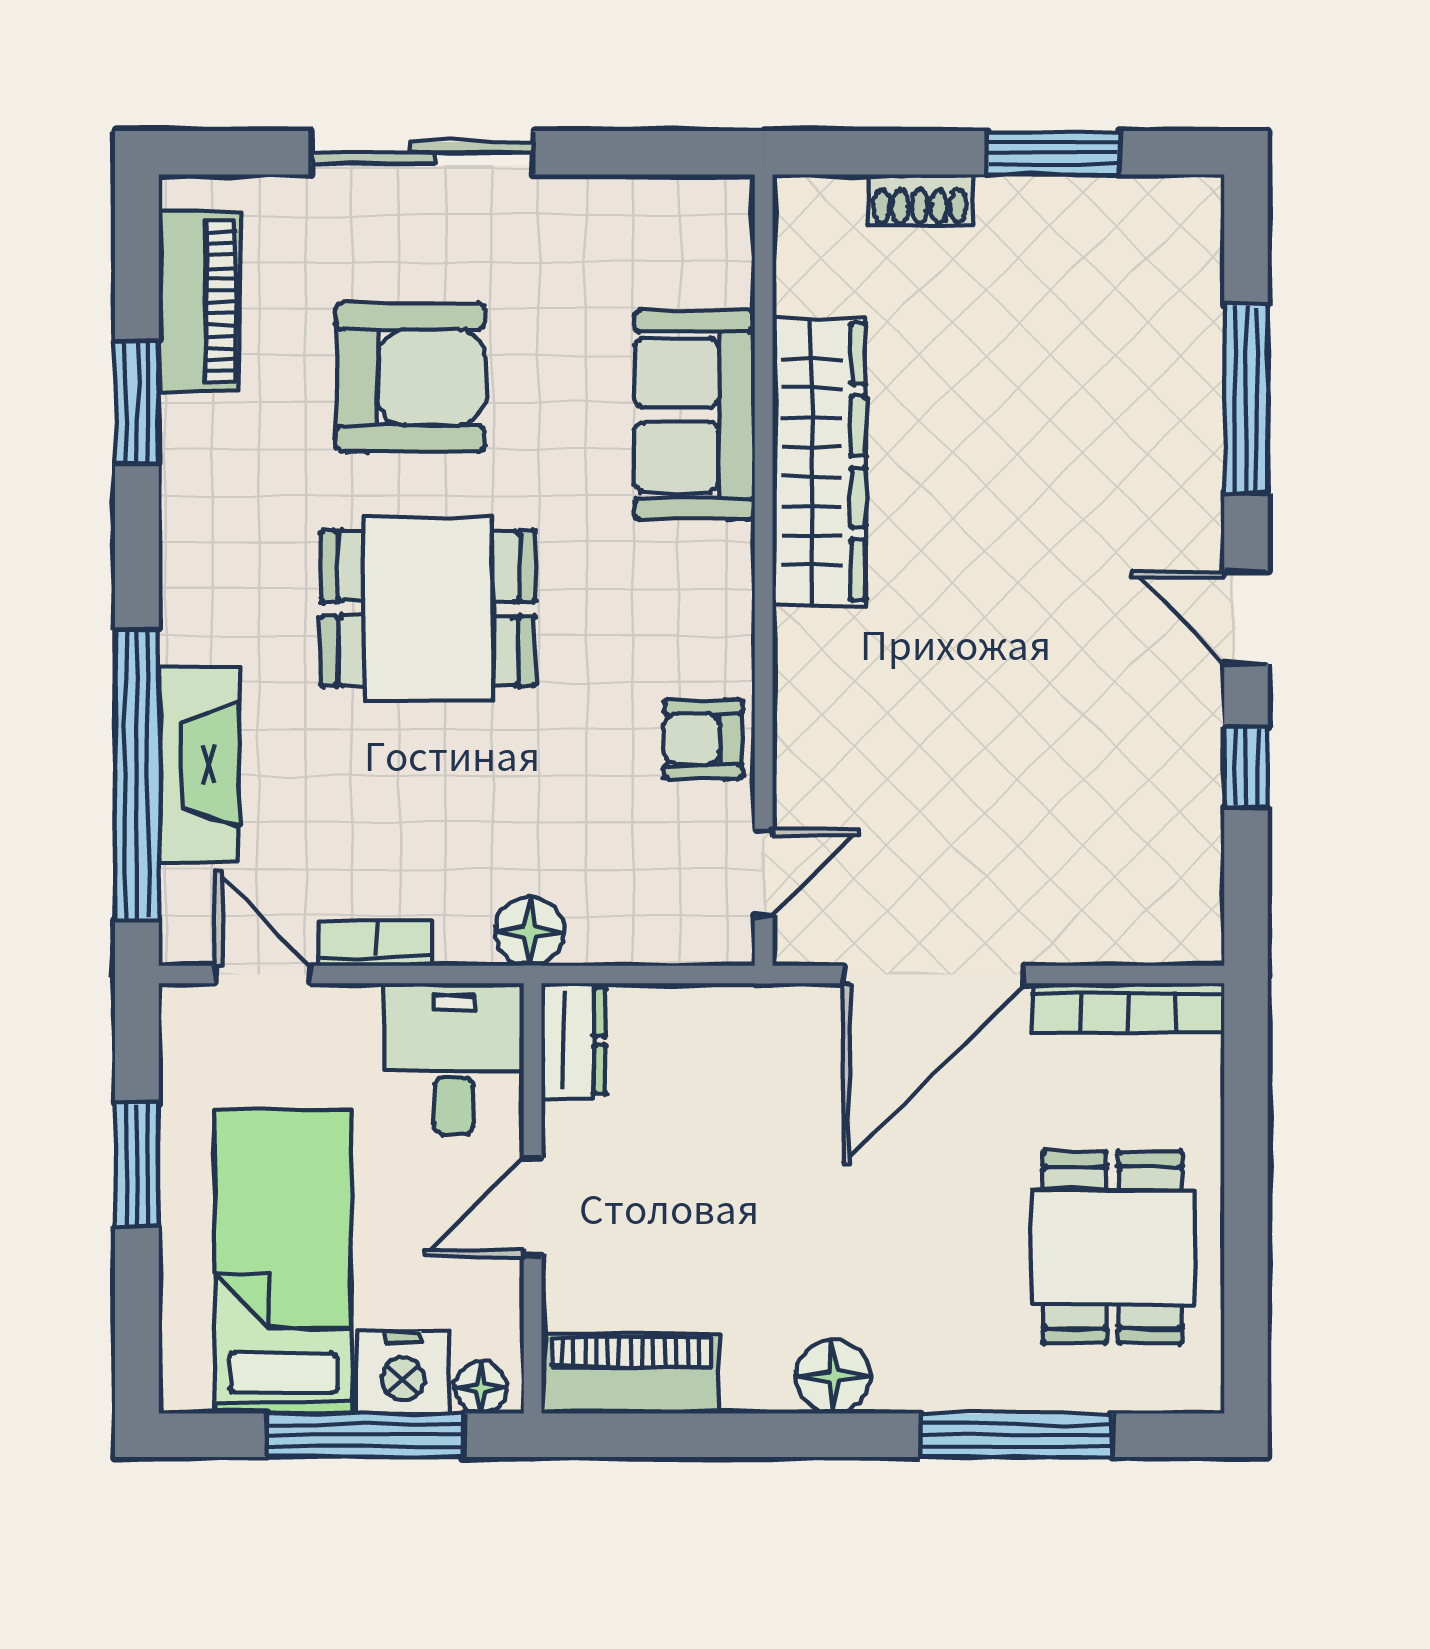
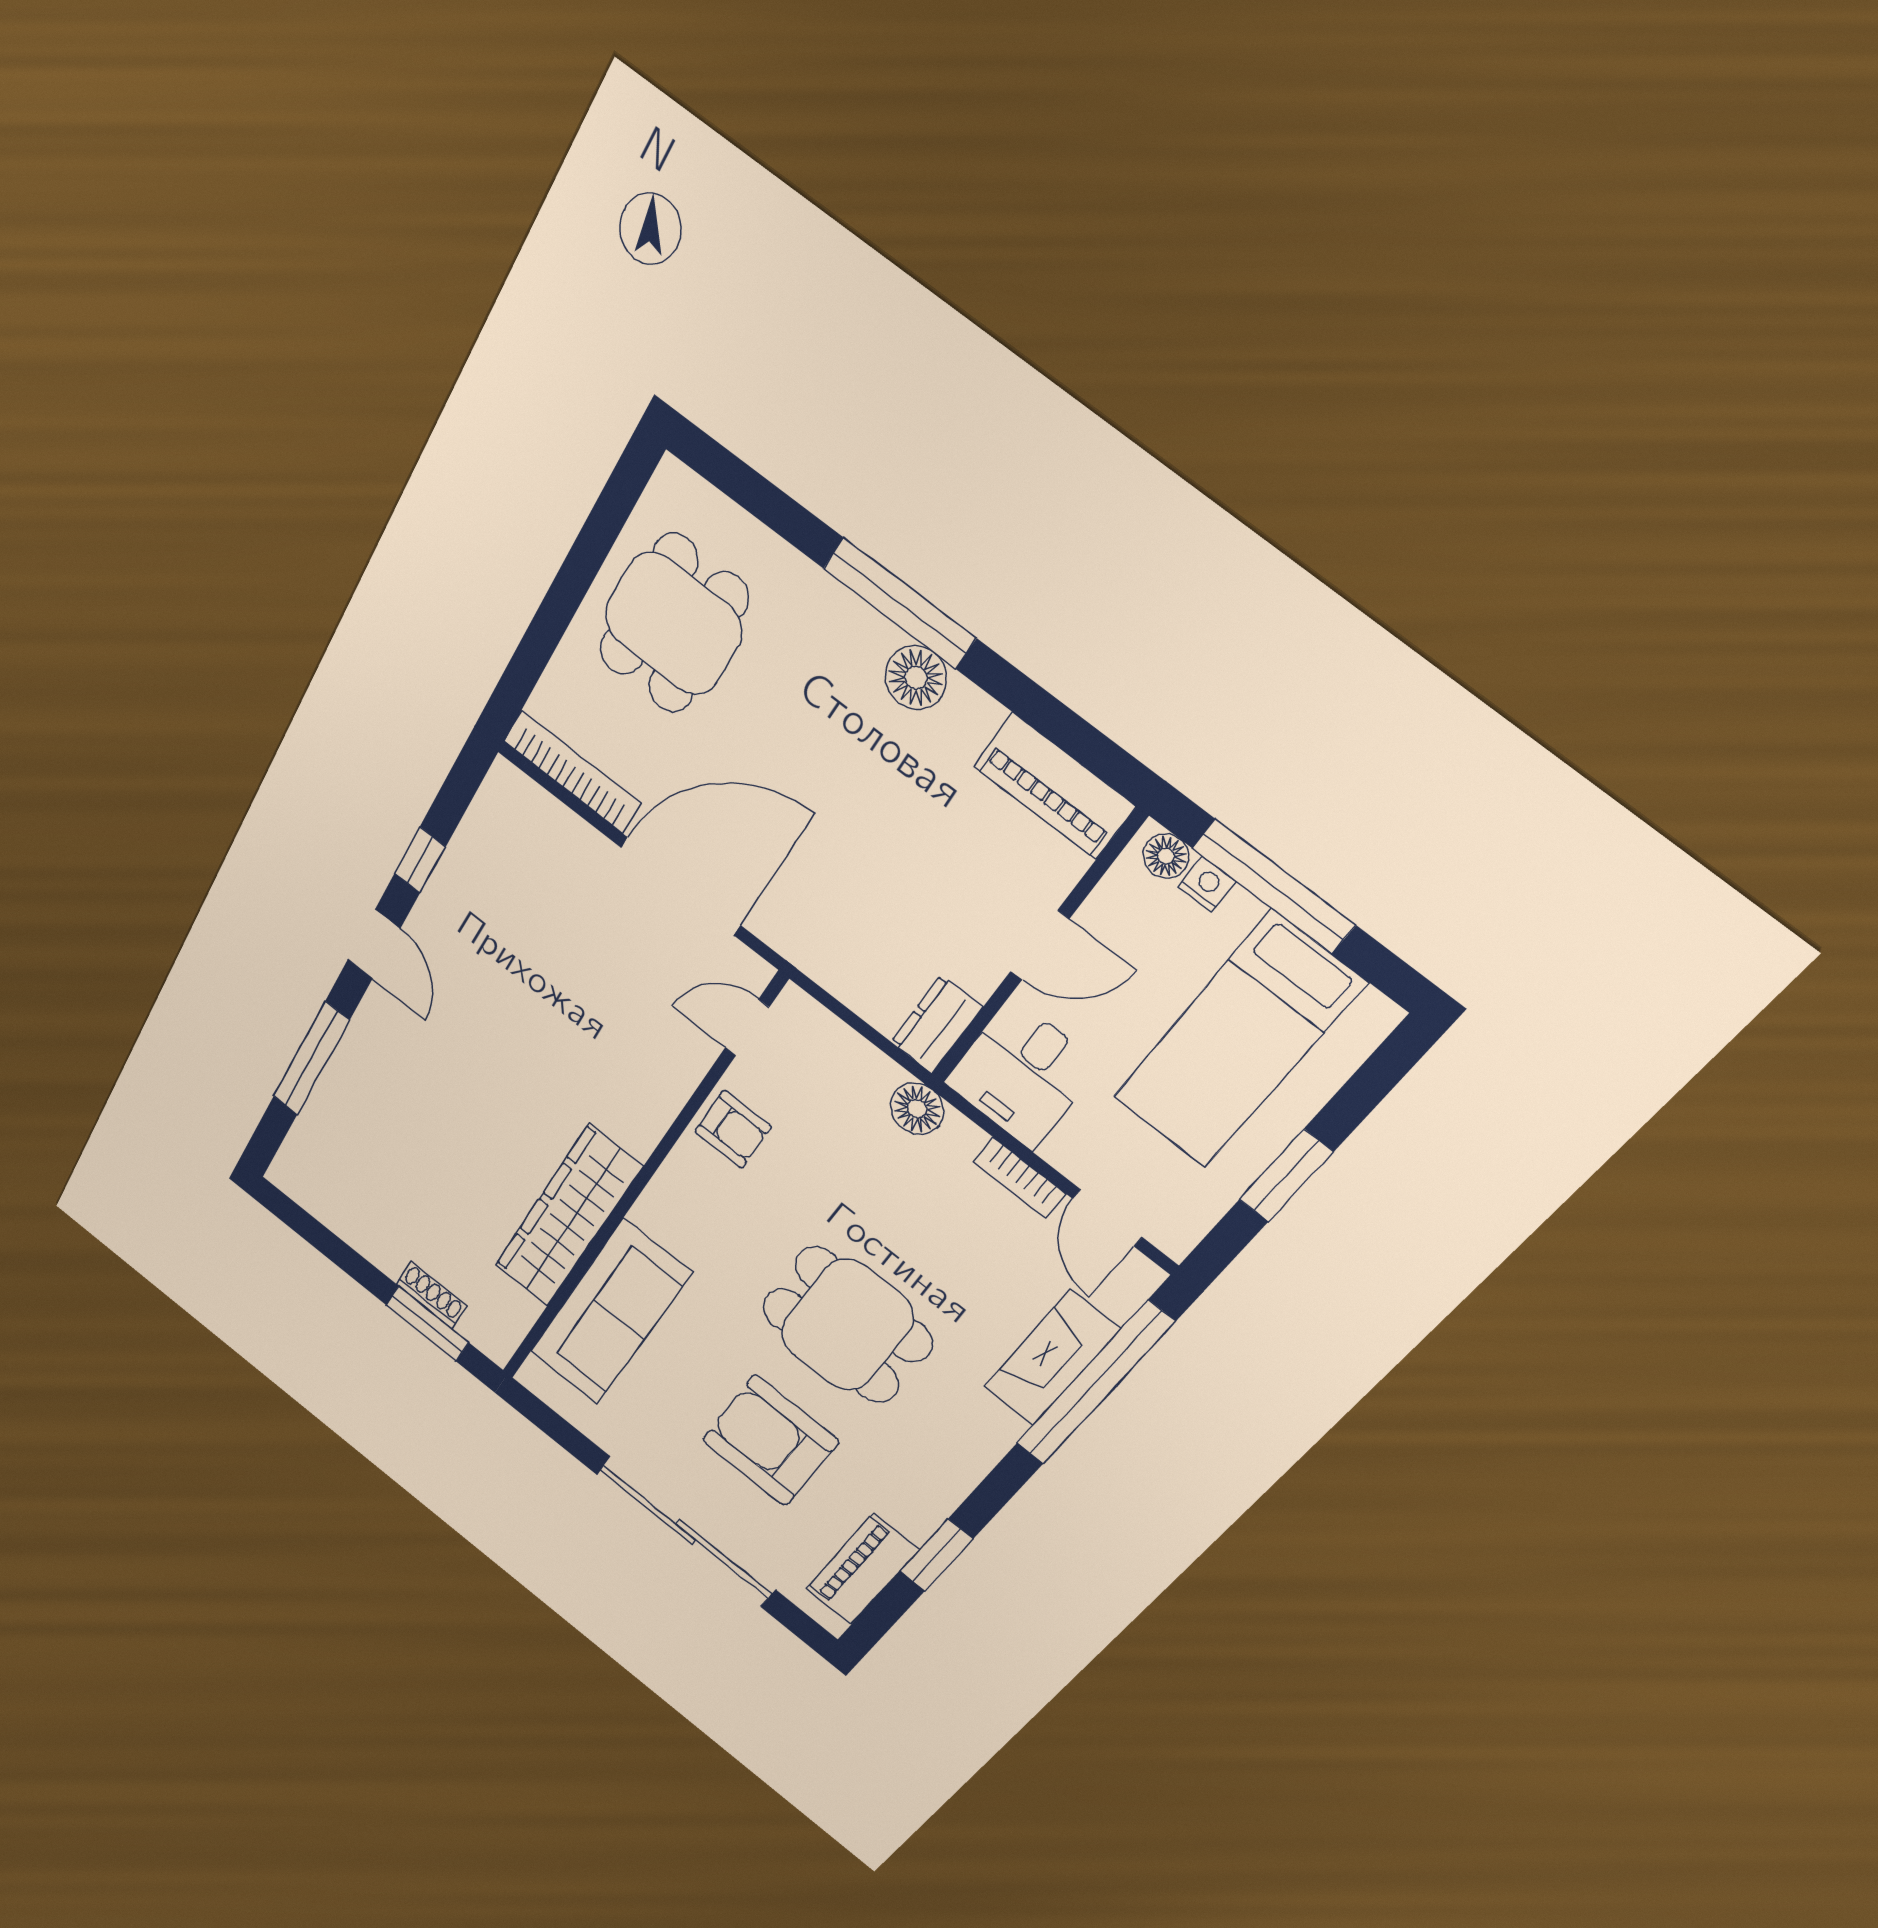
sliding door: (422, 153) -> (686, 1532), width x1.36
window: (1054, 153) -> (427, 1324), moved
sofa: (695, 415) -> (610, 1313), width x1.36
nightstand: (403, 1372) -> (1207, 884), width x0.53, depth x0.56
window: (1017, 1435) -> (900, 603), moved

